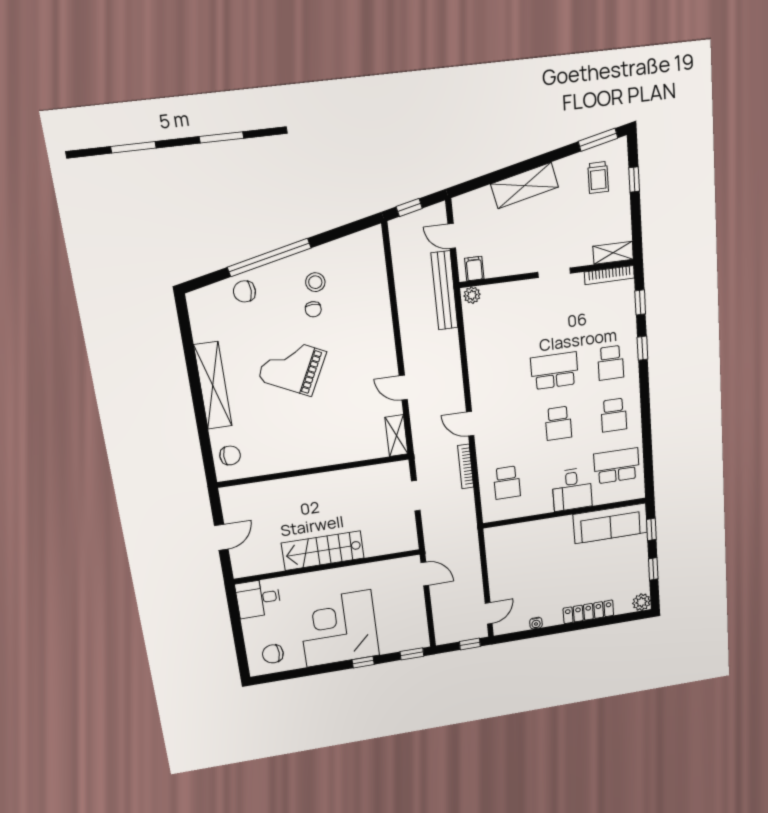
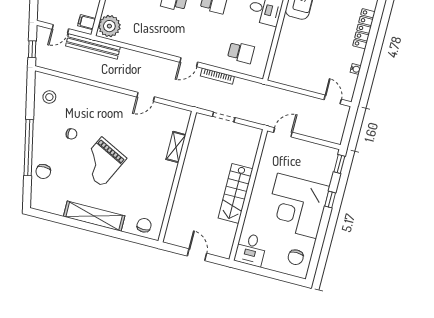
stool: (315, 282) -> (49, 97), moved
plant: (472, 295) -> (109, 26), width x1.88, depth x1.88
shelving: (396, 436) -> (176, 147), moved, turned 90
window: (470, 644) -> (350, 121), removed

